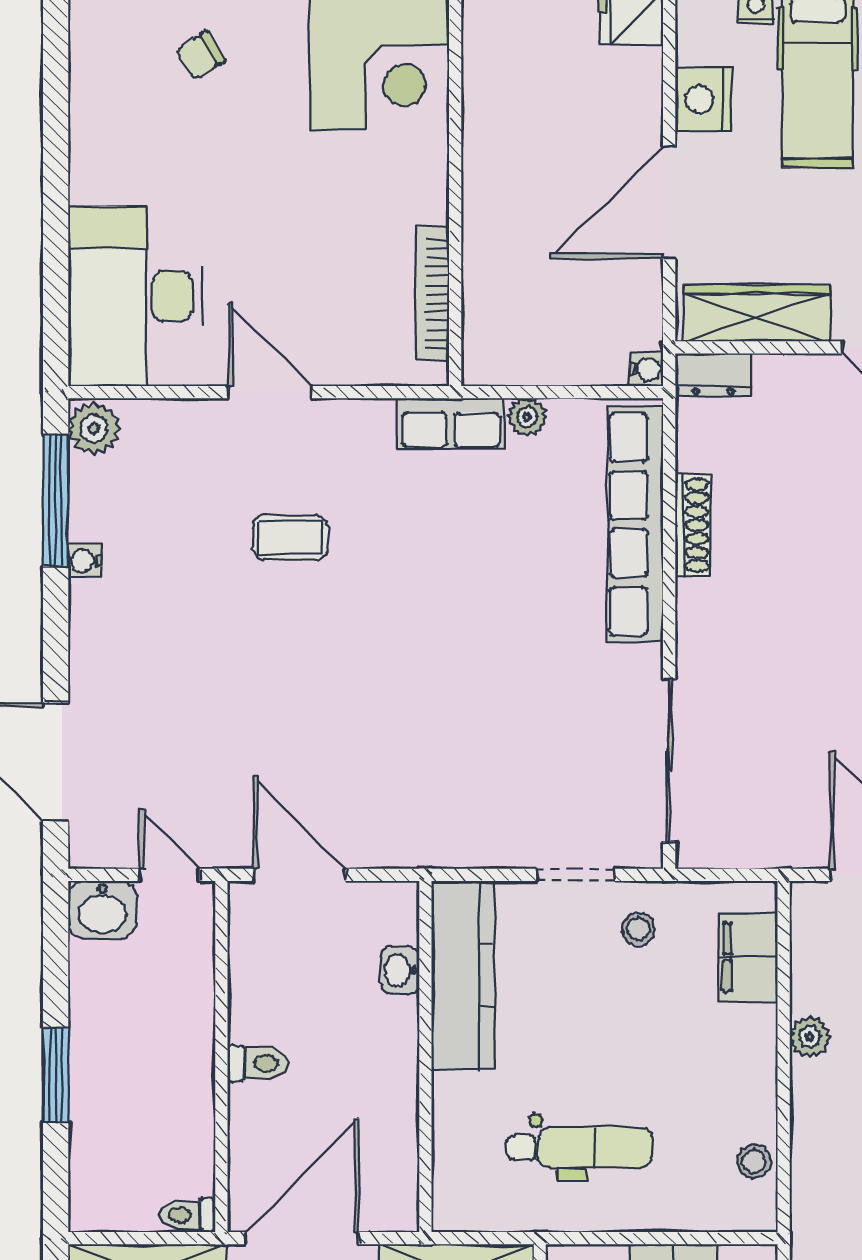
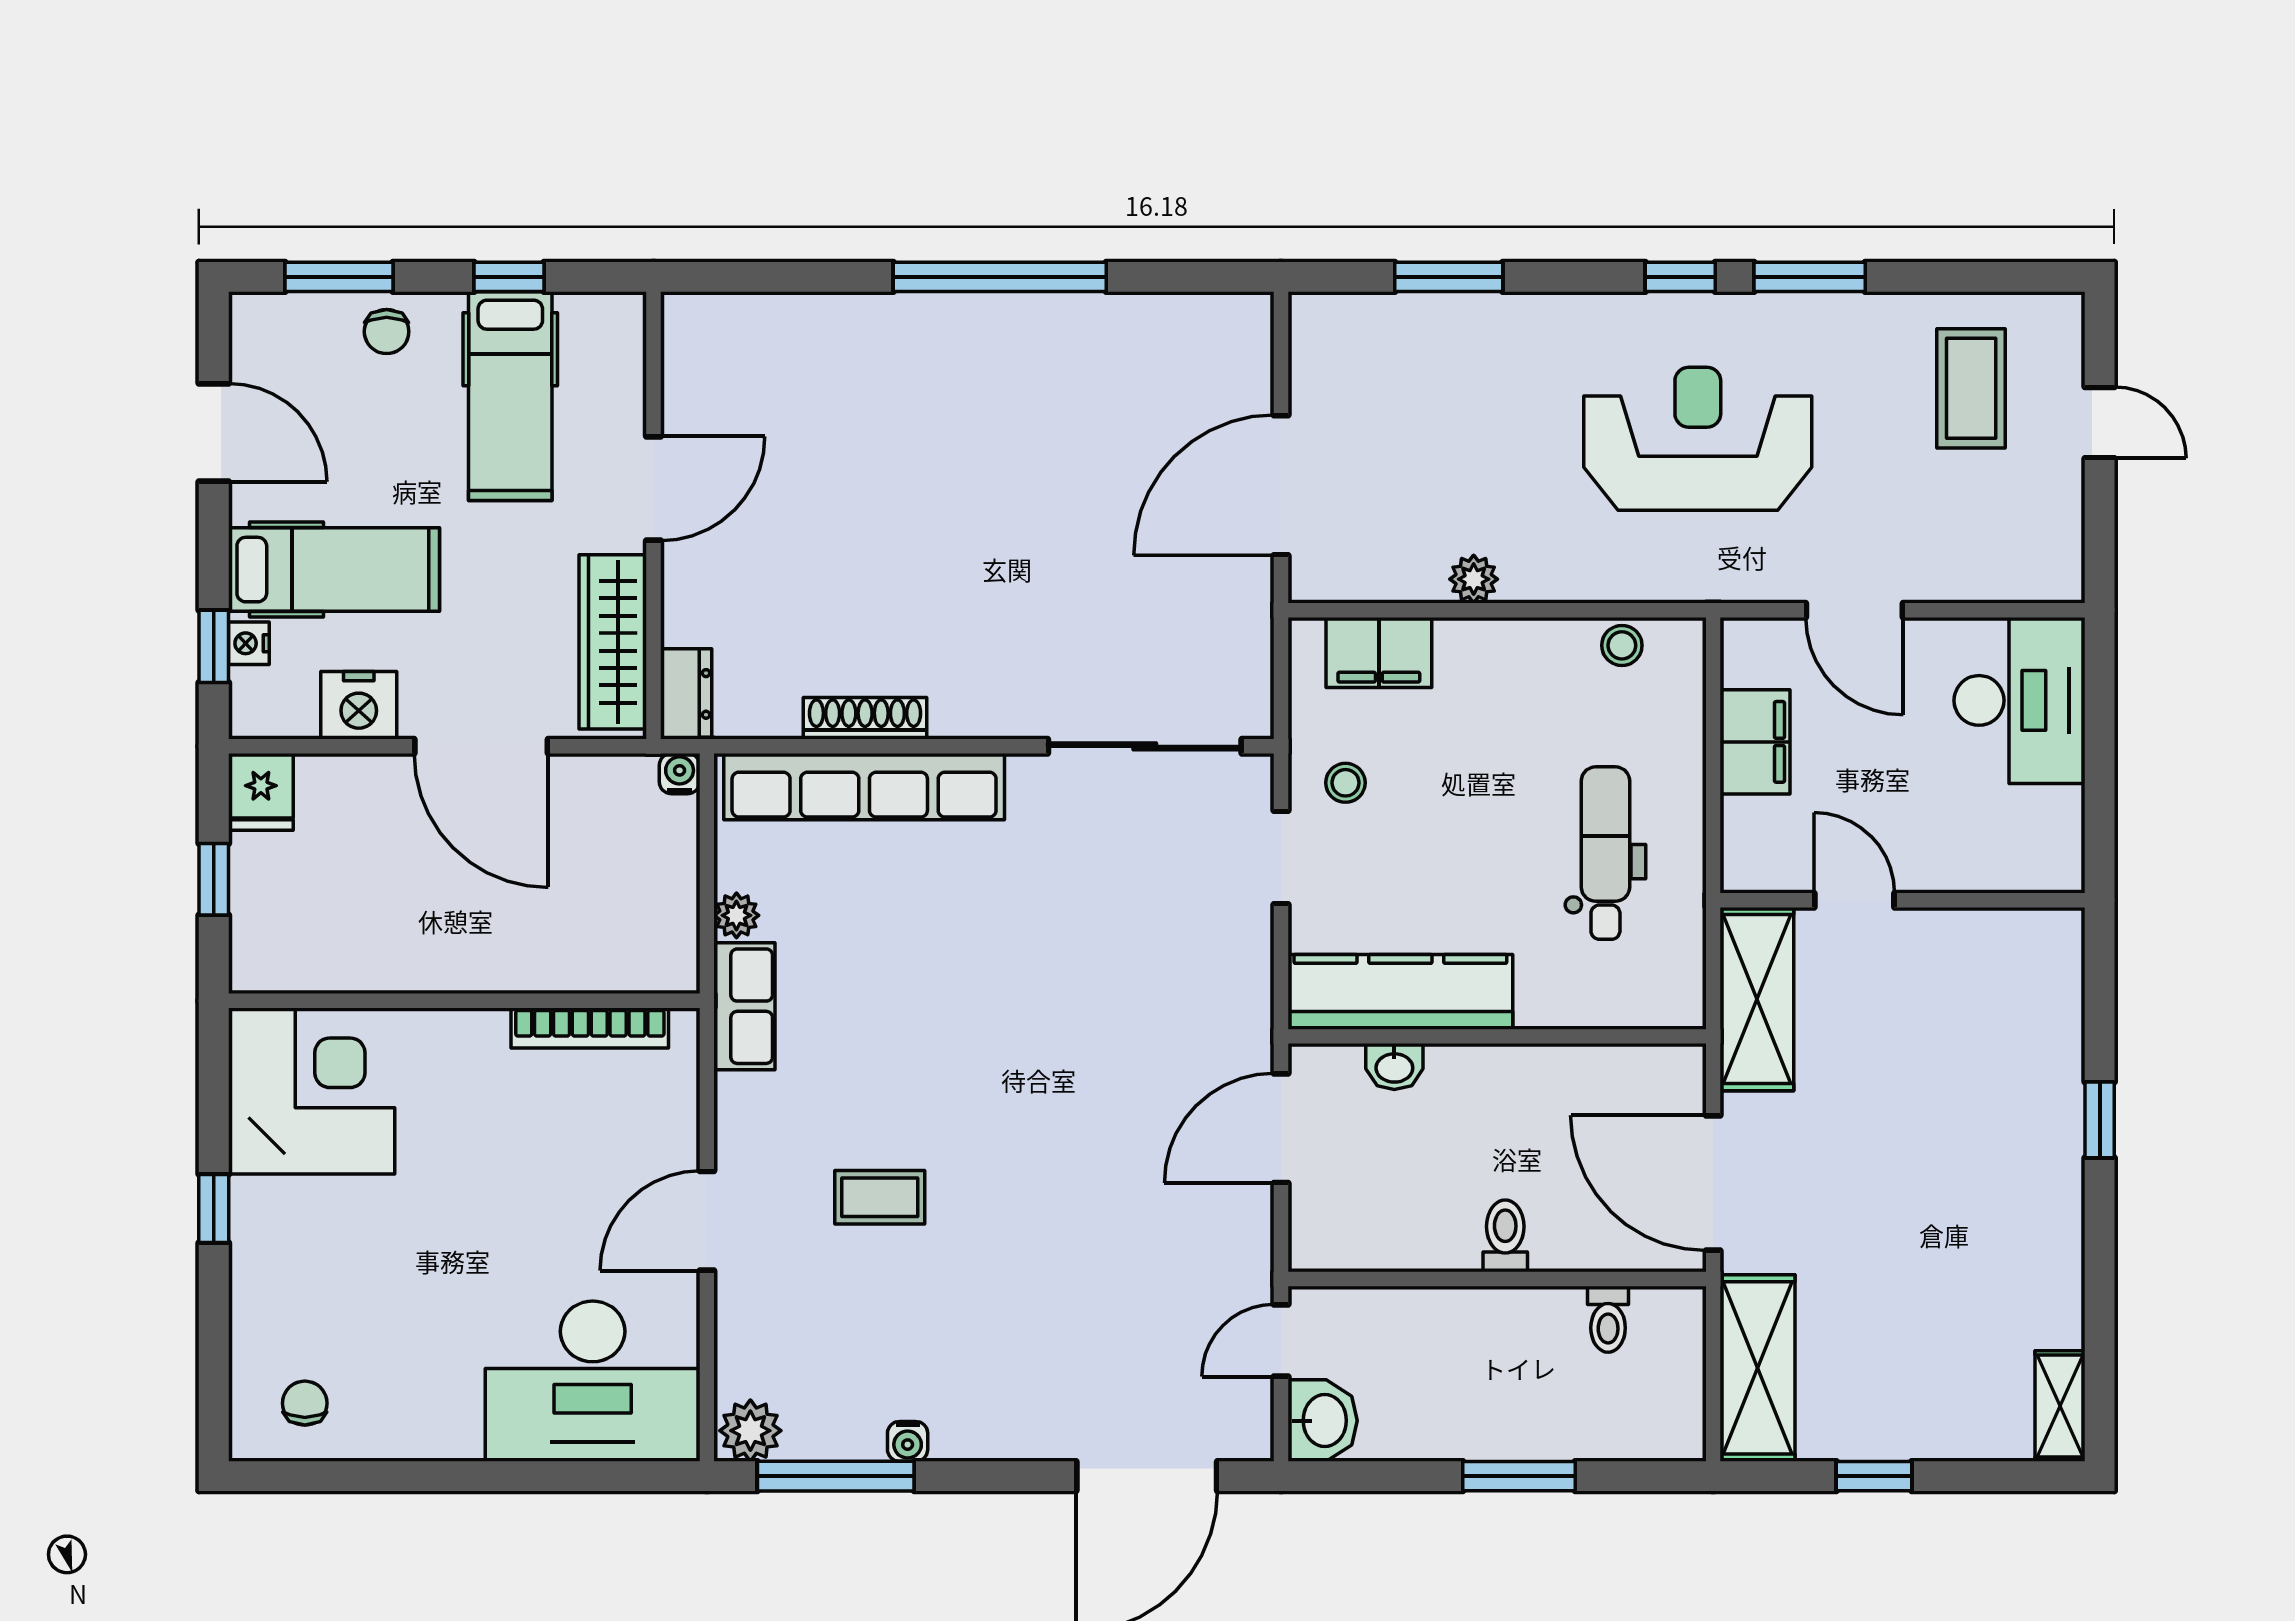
chair: (200, 55) -> (305, 1403), moved, turned -148
coffee table: (290, 537) -> (880, 1197), turned 90
door: (300, 875) -> (1281, 1128), moved
toilet: (187, 1215) -> (1608, 1319), moved

